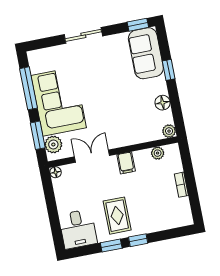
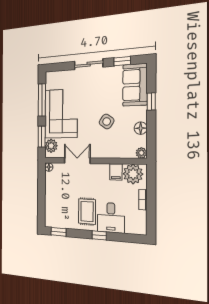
window: (138, 25) -> (122, 61), moved
side table: (120, 102) -> (107, 122), added
plant: (158, 153) -> (133, 174), width x1.88, depth x1.88
filing cabinet: (126, 163) -> (116, 172), moved
desk: (78, 229) -> (111, 218), moved
window: (111, 246) -> (58, 232), moved

